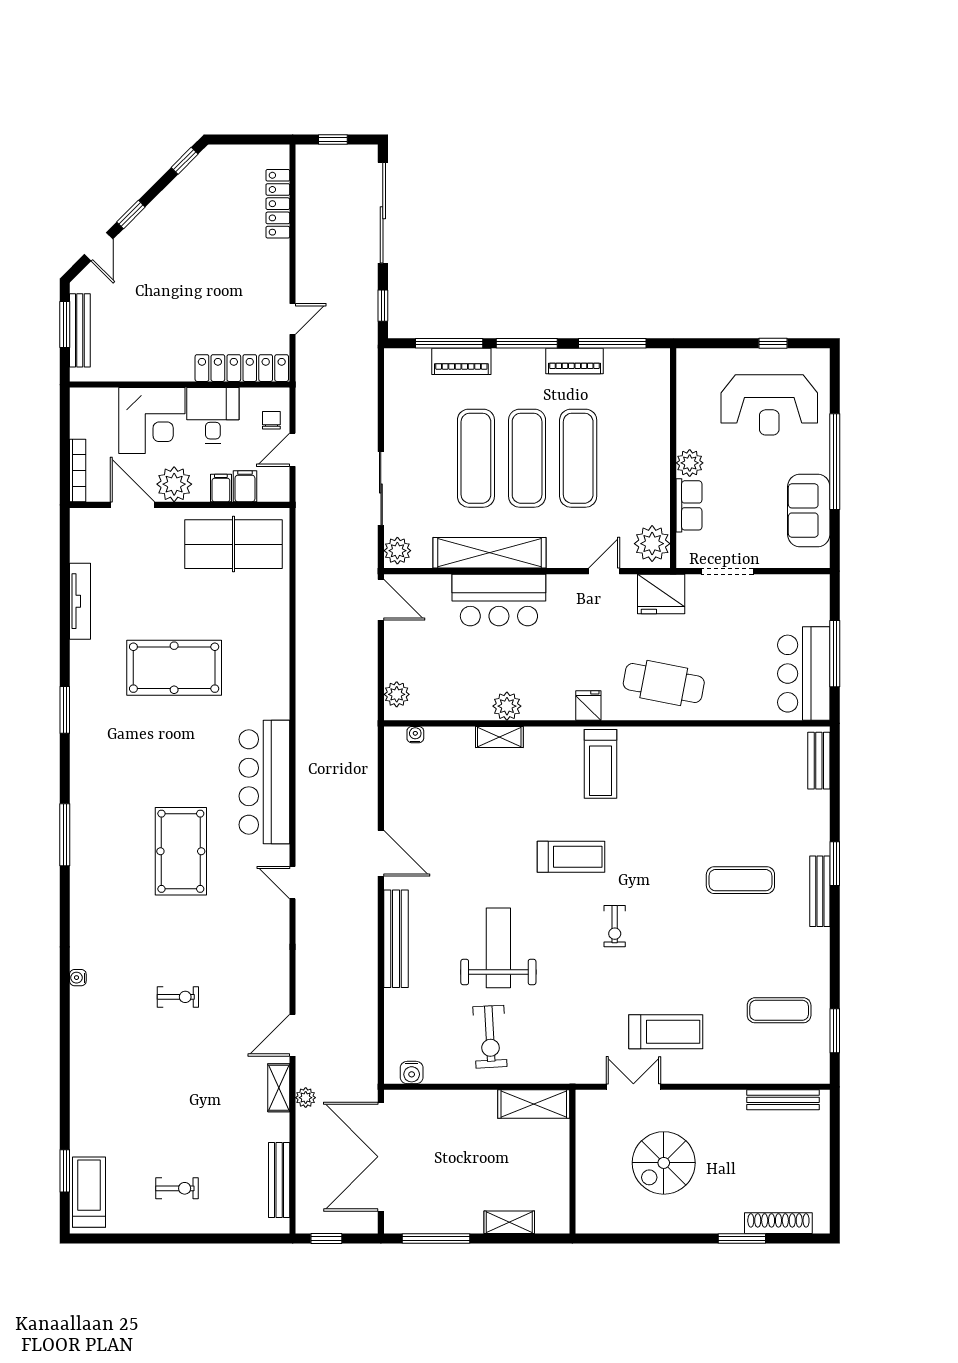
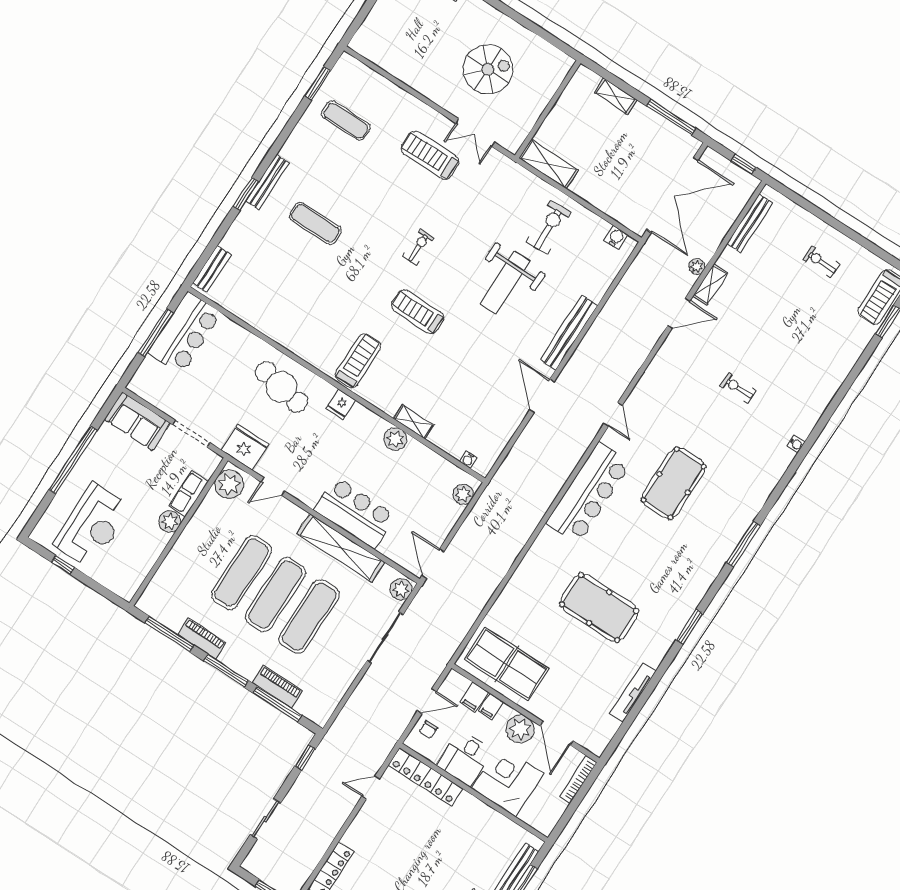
sliding door: (383, 213) -> (265, 819), width x0.54
reception desk: (769, 405) -> (92, 526), turned 90
sofa: (809, 510) -> (137, 421), moved, turned 90
bench: (783, 1100) -> (382, 60), removed

